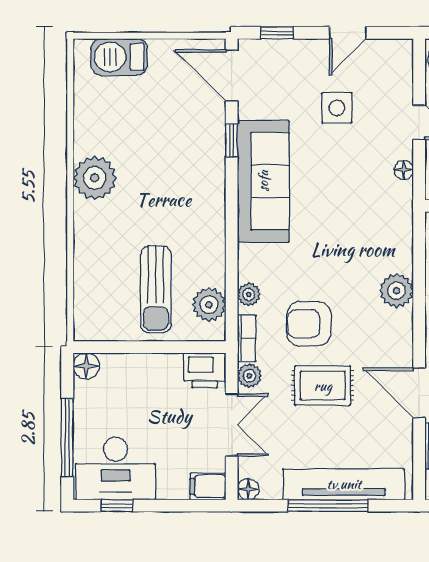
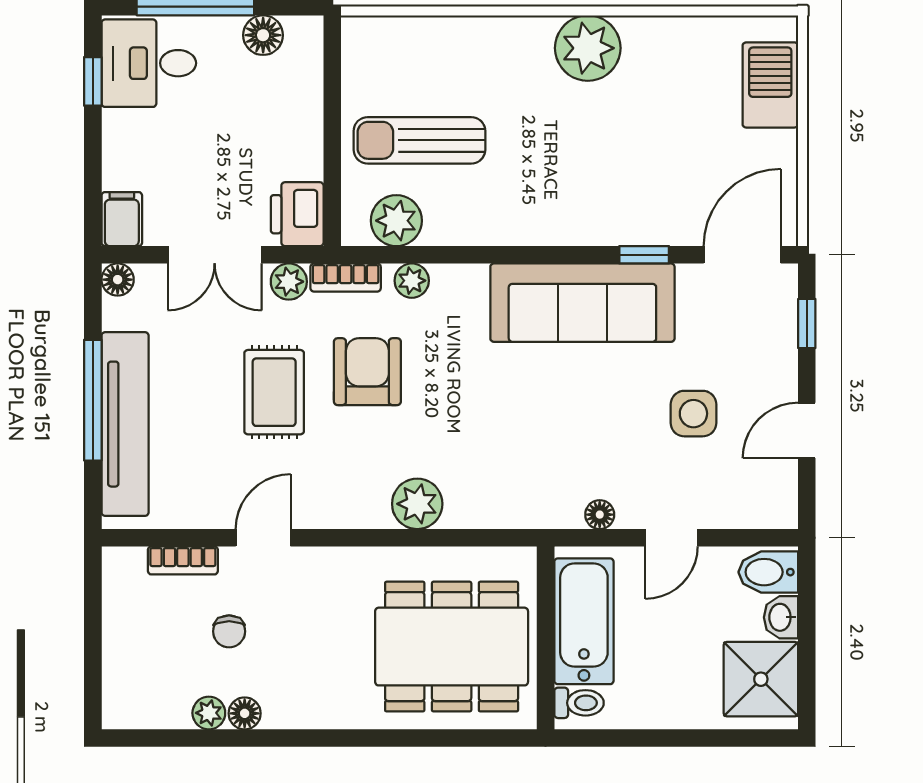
door: (348, 33) -> (807, 430), hinge flipped
floor lamp: (86, 366) -> (263, 35), moved
door: (419, 393) -> (263, 538), width x0.73
desk: (116, 469) -> (149, 63), width x0.73

